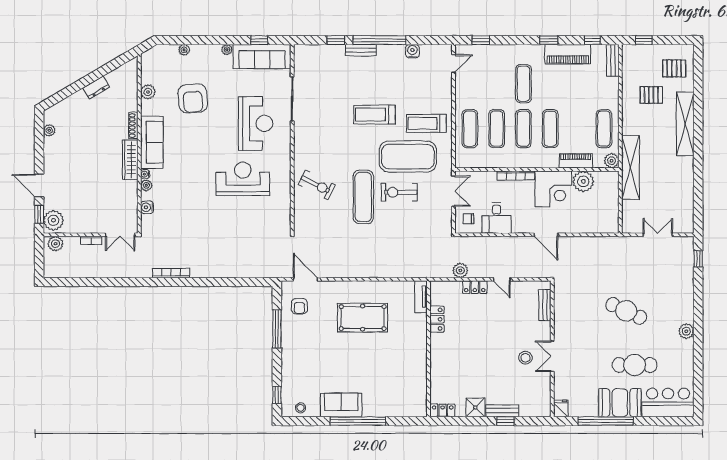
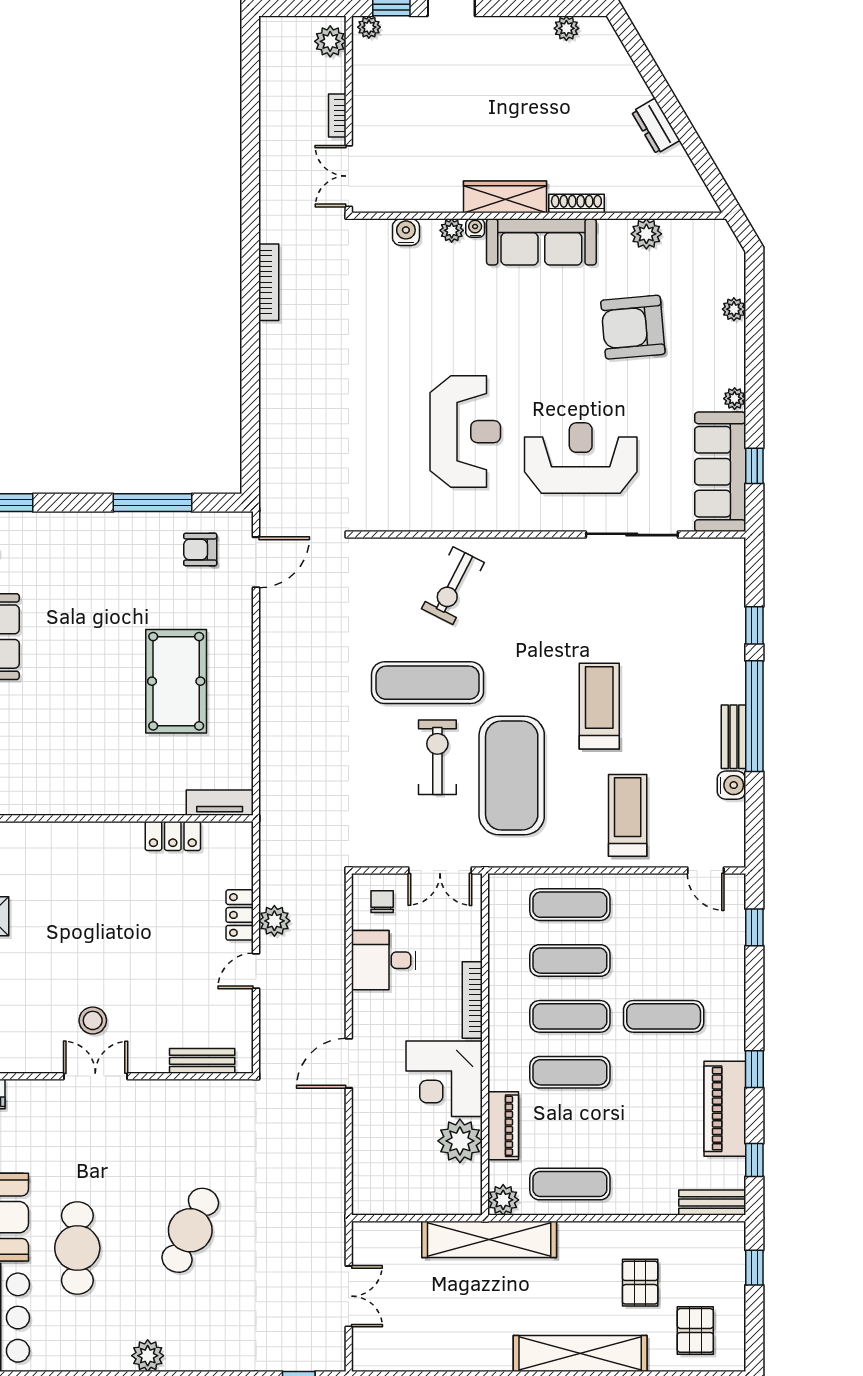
bench: (361, 50) -> (733, 737), moved
reception desk: (256, 123) -> (581, 458), turned 180
treadmill: (426, 123) -> (628, 815), moved
plant: (53, 220) -> (369, 27), width x0.53, depth x0.53
plant: (460, 270) -> (274, 921), moved

